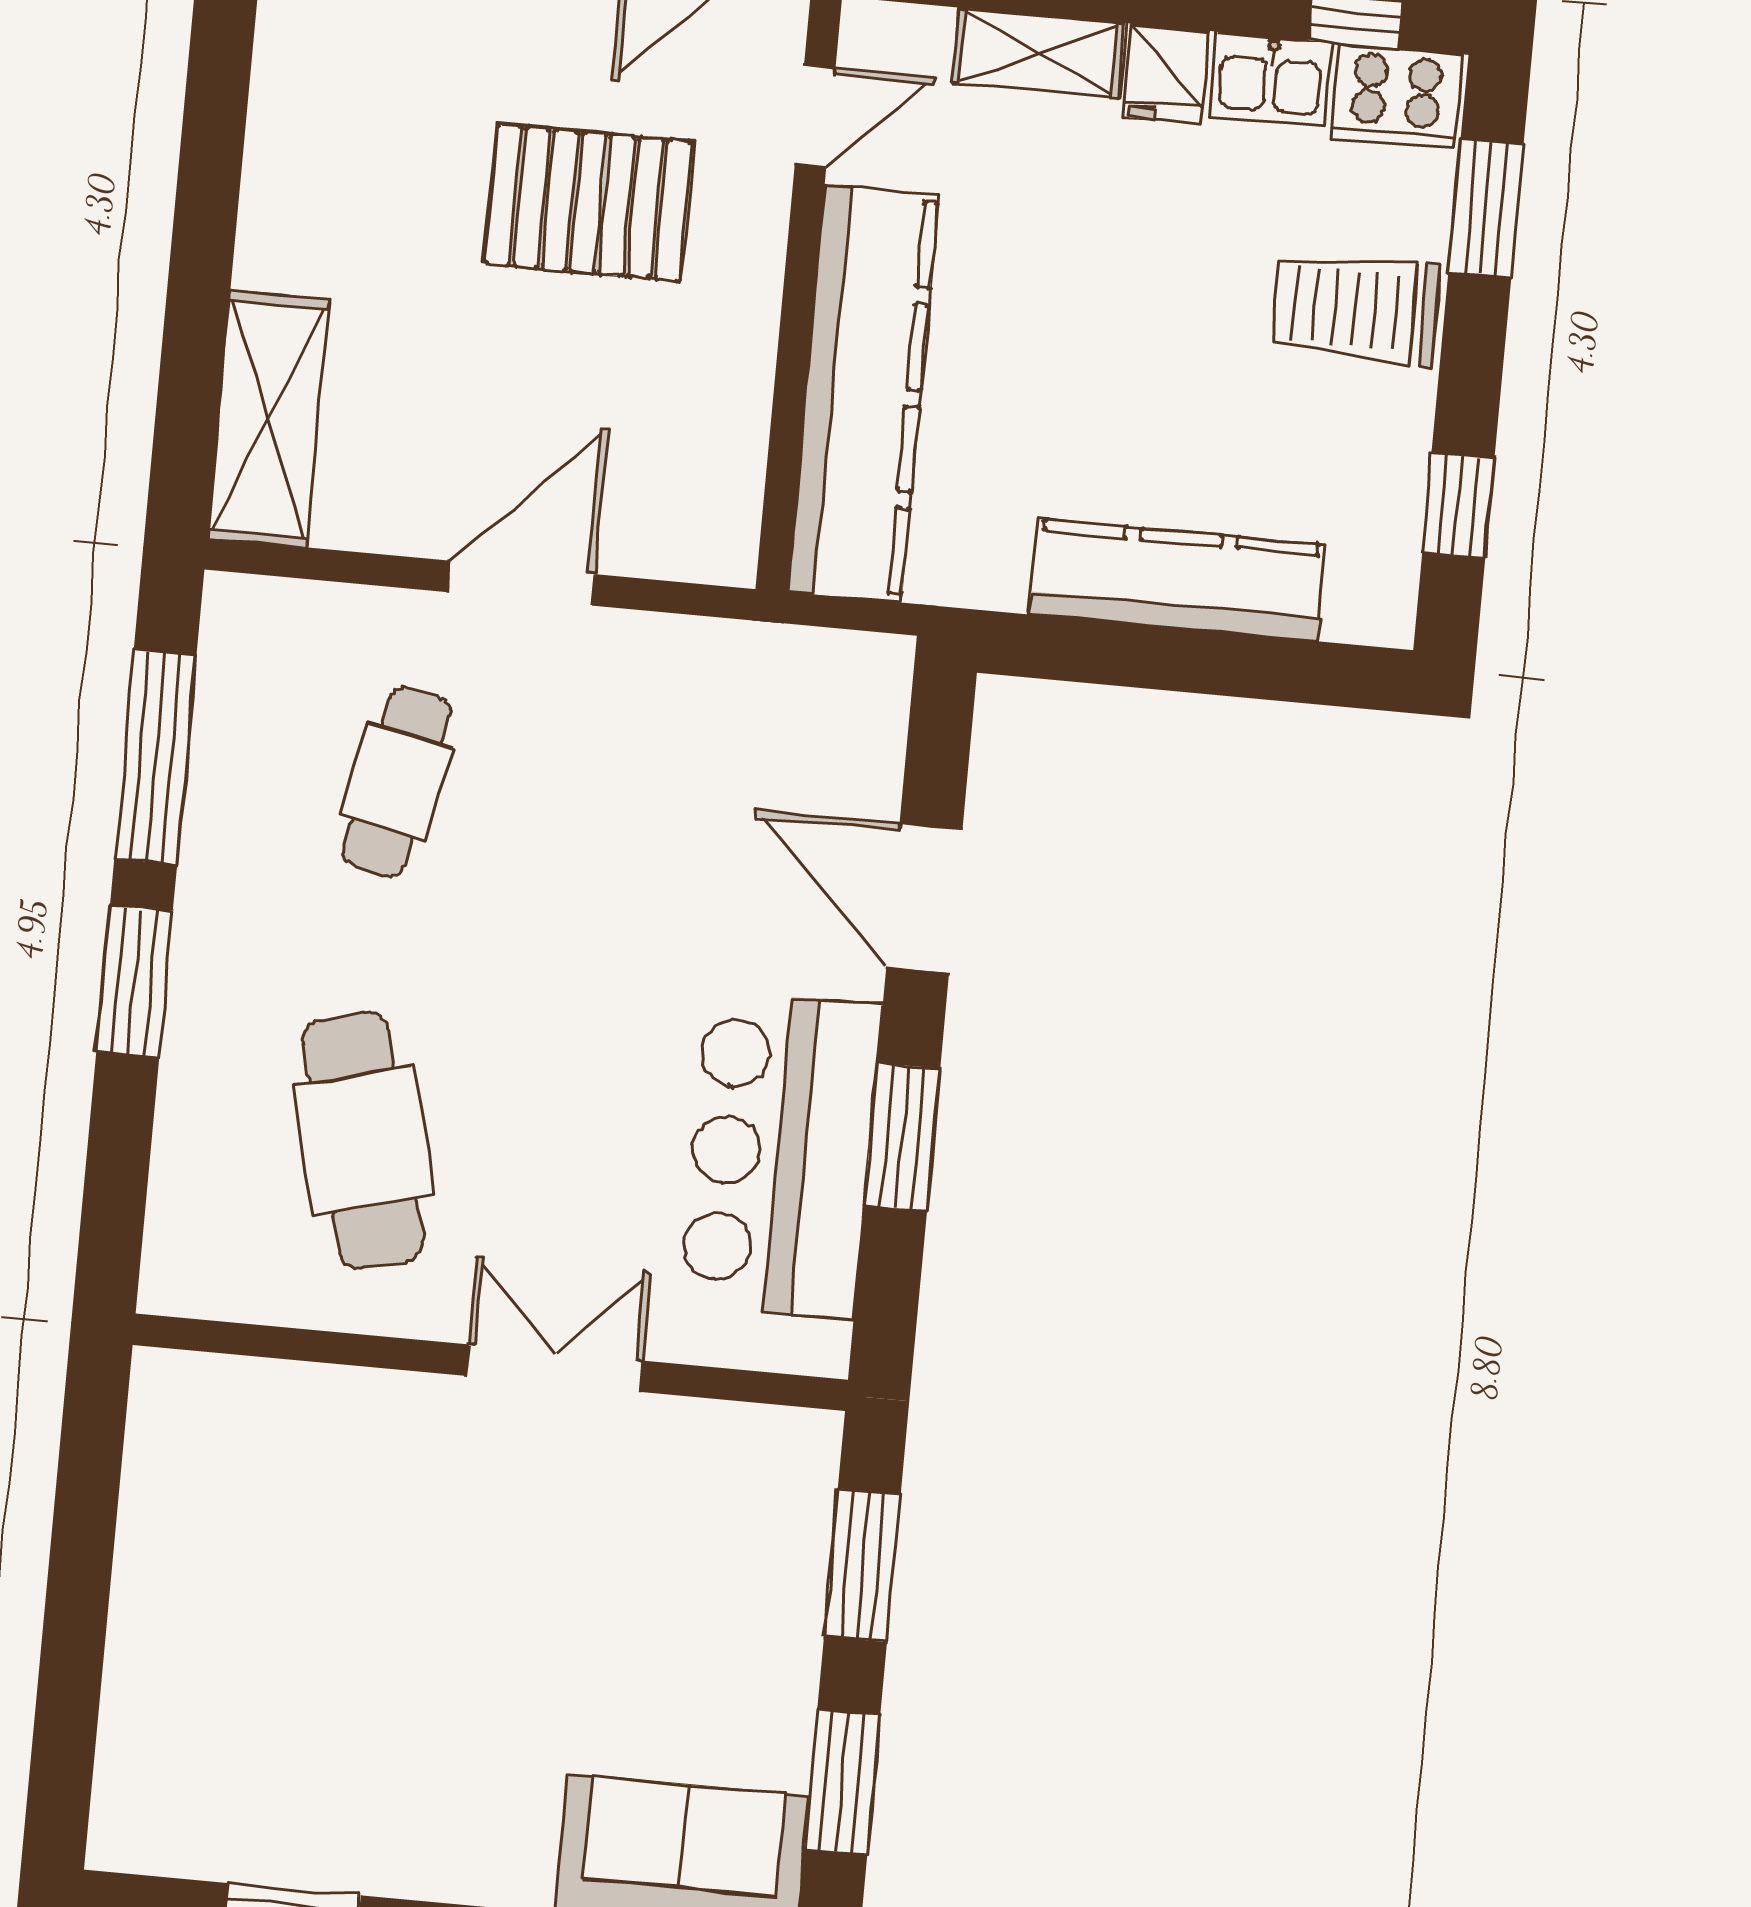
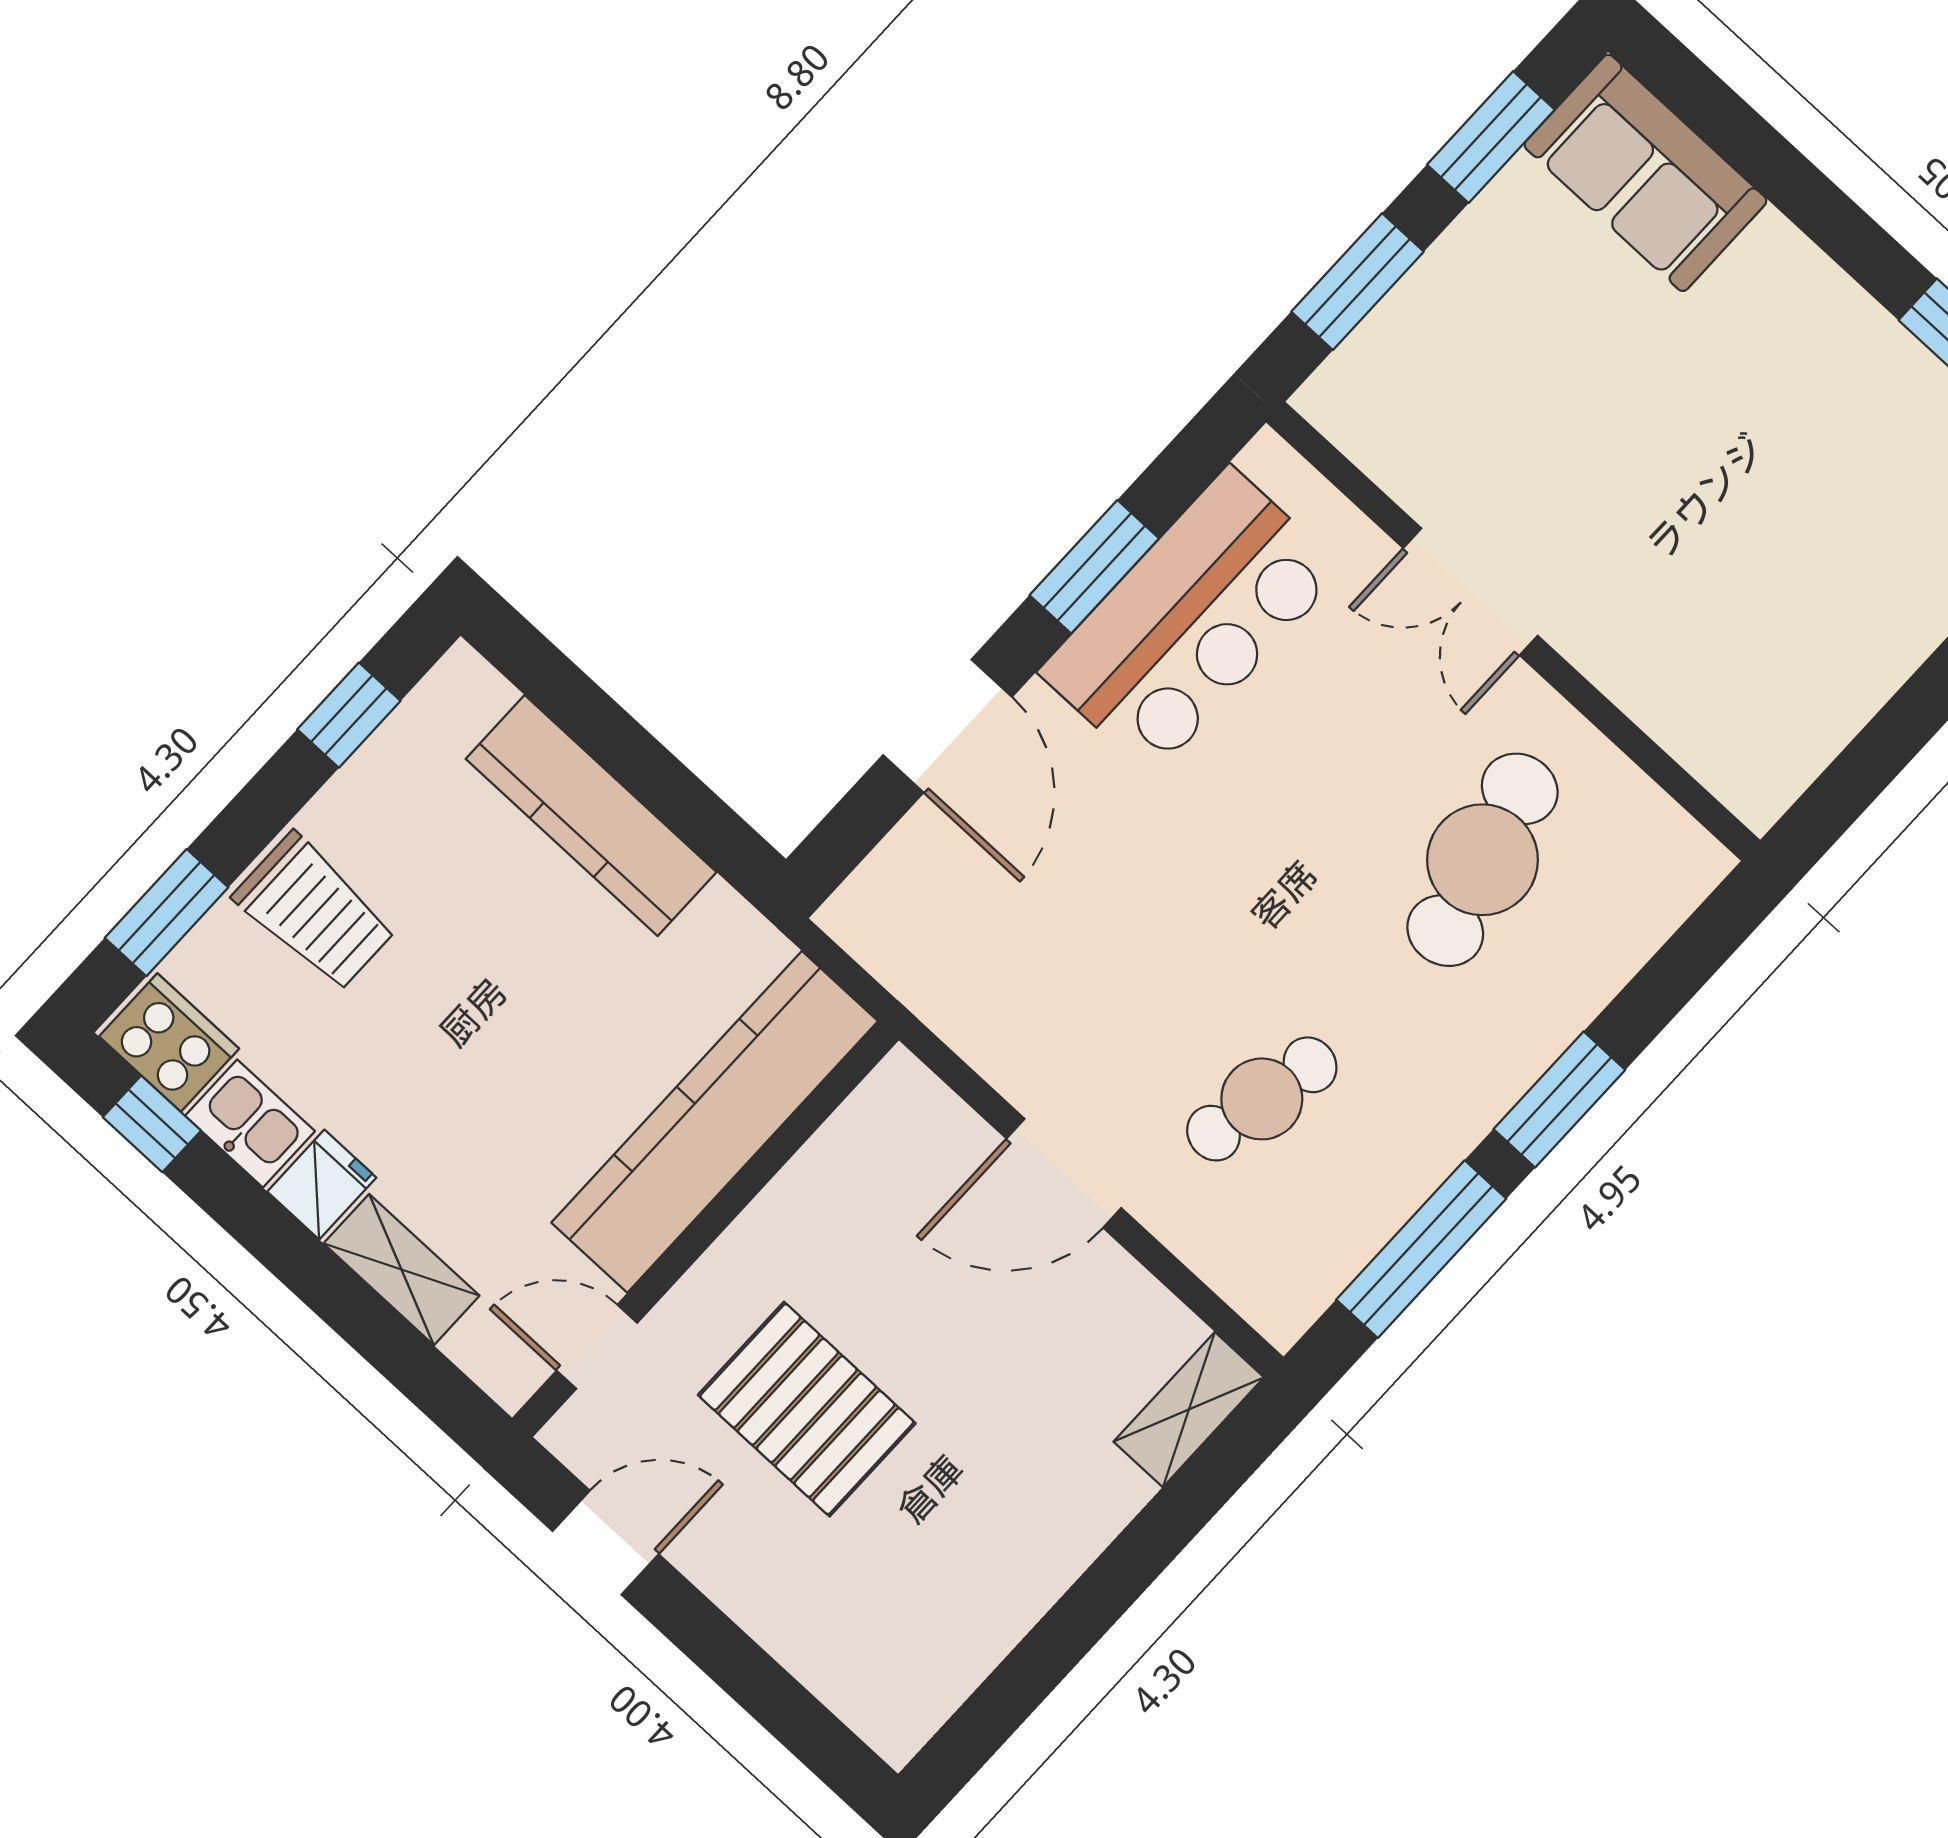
shelving: (268, 419) -> (1189, 1410), width x0.67, depth x0.75

